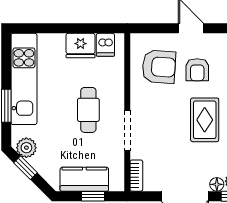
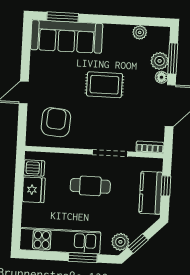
armchair: (197, 70) -> (60, 89), removed

